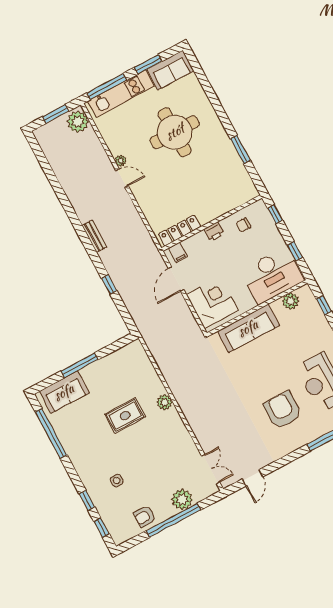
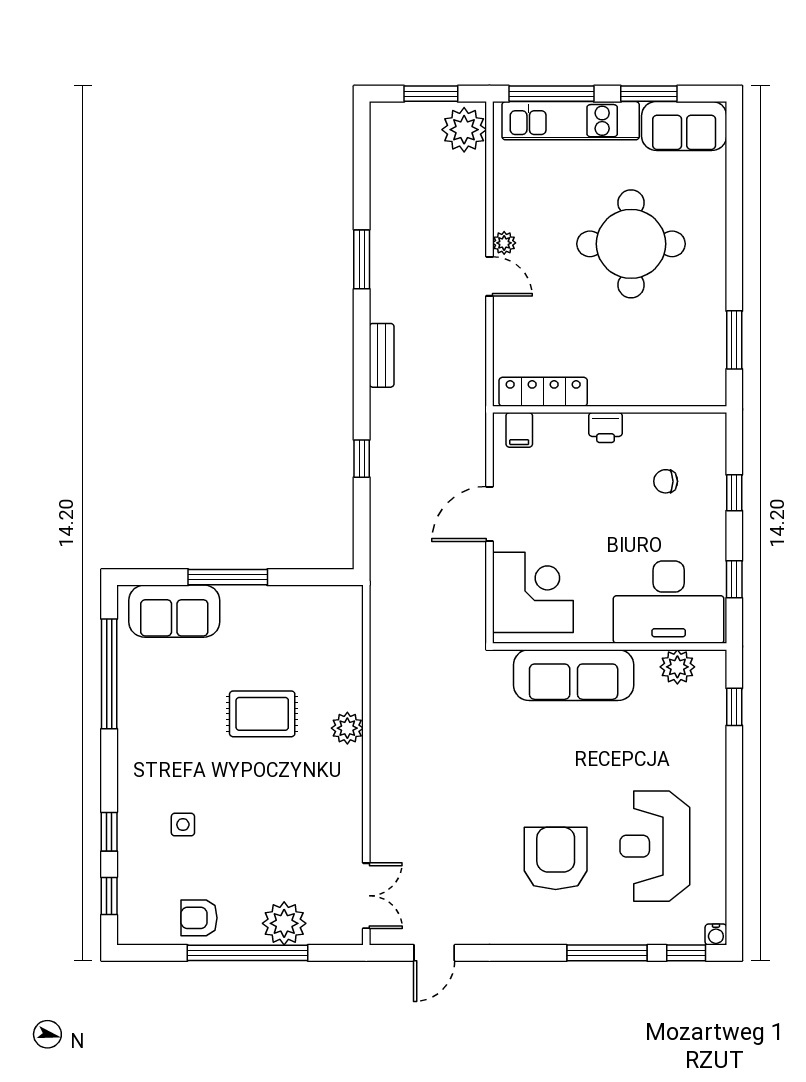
window: (64, 200) -> (362, 259), added
wall: (212, 223) -> (610, 409), moved
locker: (179, 231) -> (543, 392), moved
printer: (214, 232) -> (606, 428), moved
filing cabinet: (178, 252) -> (519, 430), moved

